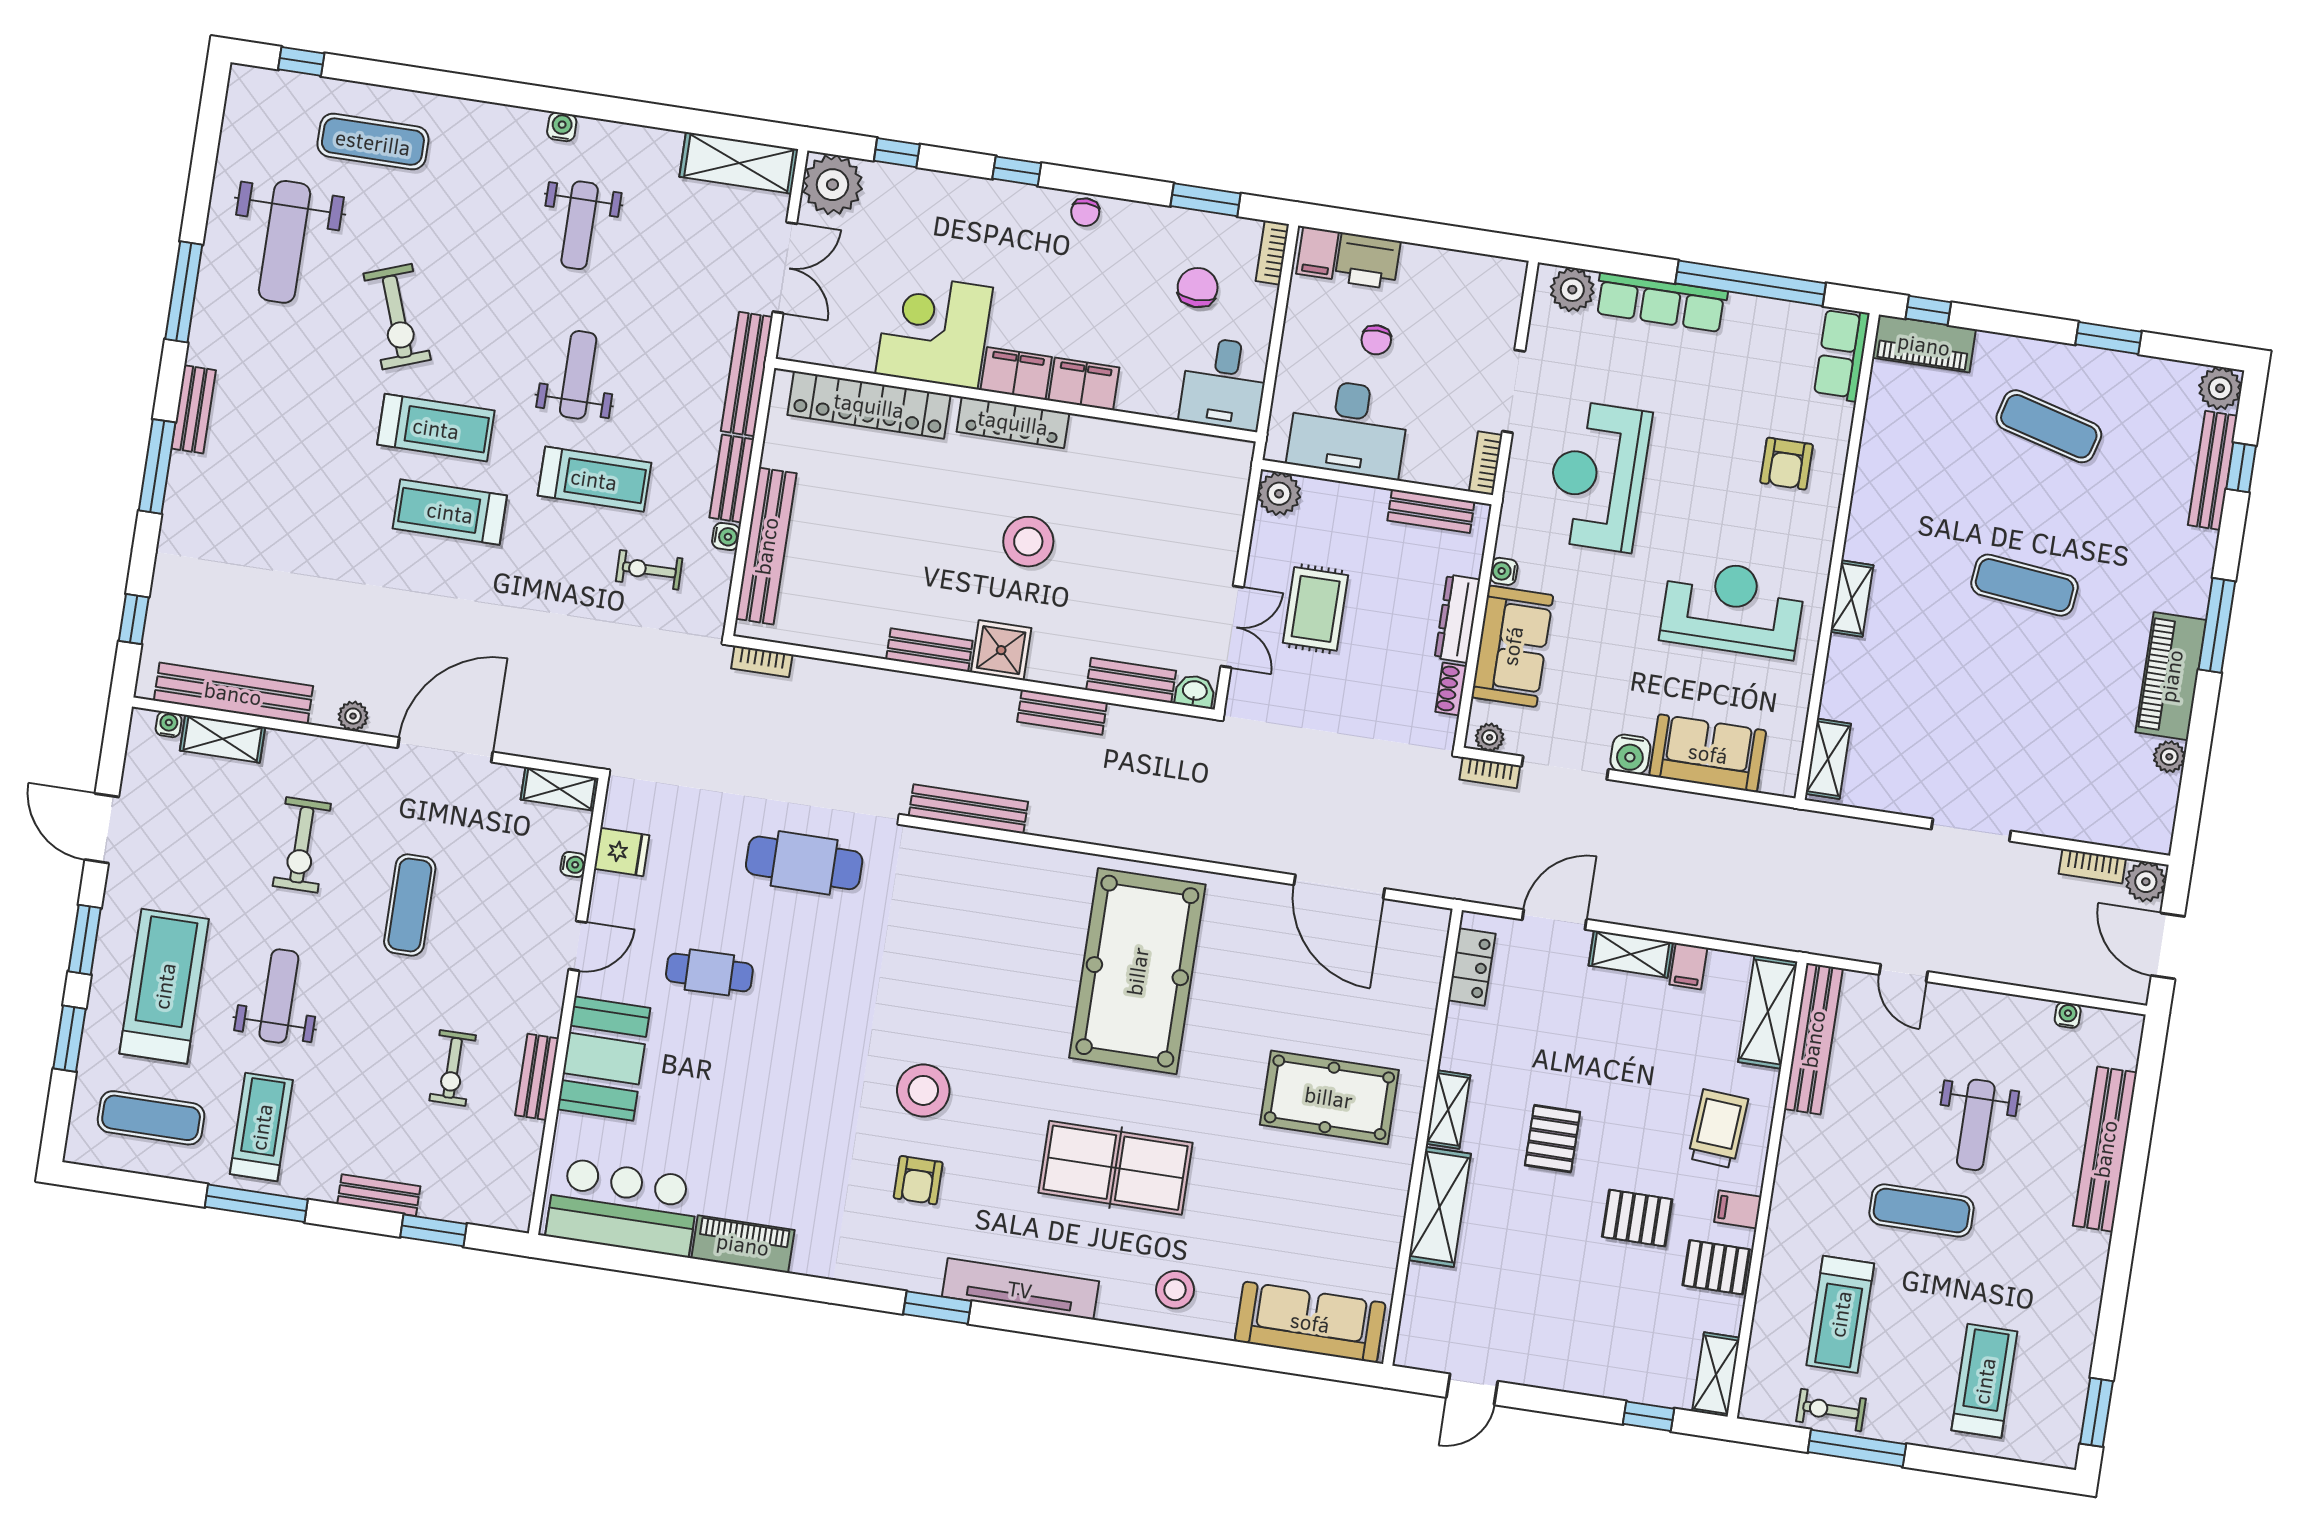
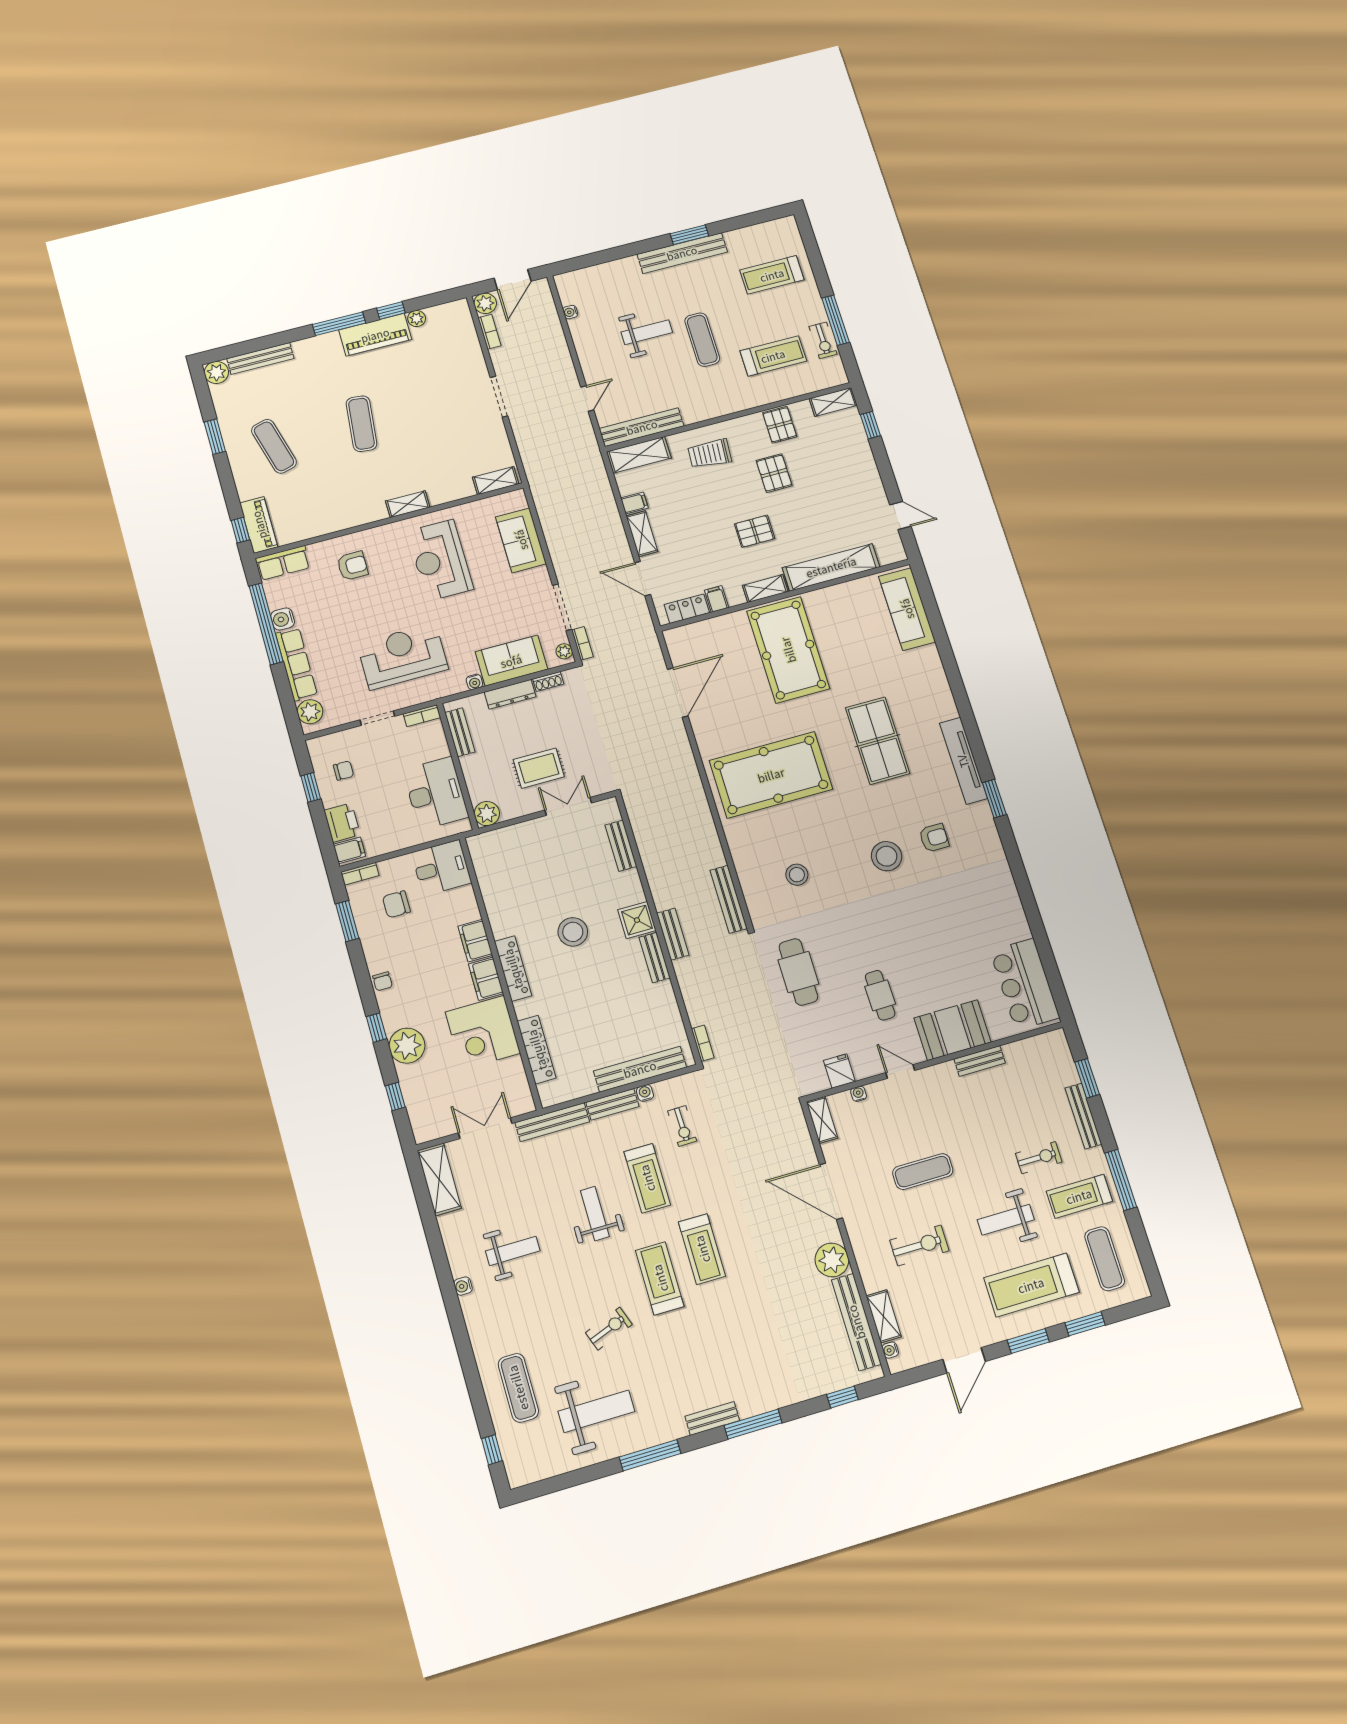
plant: (833, 185) -> (407, 1046), moved
chair: (1085, 212) -> (382, 981), turned 90
window: (1447, 237) -> (311, 787), added
exercise bike: (397, 317) -> (609, 1329), width x0.73, depth x0.72
chair: (1376, 340) -> (343, 771), moved
weight bench: (578, 375) -> (595, 1214), turned 90
doorway: (1514, 391) -> (377, 718), width x0.73
locker: (869, 405) -> (537, 1050), width x0.71, depth x0.83
exercise mat: (2049, 426) -> (274, 446), turned -30
window: (2241, 467) -> (391, 311), moved
reception desk: (1598, 476) -> (403, 656), turned 180
treadmill: (594, 479) -> (647, 1178), turned 180
washbasin: (1195, 691) -> (611, 811), removed
bench: (1062, 712) -> (673, 934), moved
plant: (353, 716) -> (832, 1260), width x1.88, depth x1.88
water cooler: (1630, 754) -> (283, 619), moved, turned 180
exercise bike: (453, 1068) -> (1039, 1158), moved
pool table: (1329, 1097) -> (788, 650), width x1.36, depth x1.32
bench: (2105, 1149) -> (682, 253), moved
bench: (379, 1195) -> (1083, 1116), width x1.36
shelving: (1440, 1207) -> (831, 567), width x1.47
filing cabinet: (1738, 1209) -> (717, 599), moved, turned 180
piano: (743, 1244) -> (1012, 913), removed
stool: (1175, 1290) -> (797, 875), moved
window: (2097, 1412) -> (689, 235), moved

